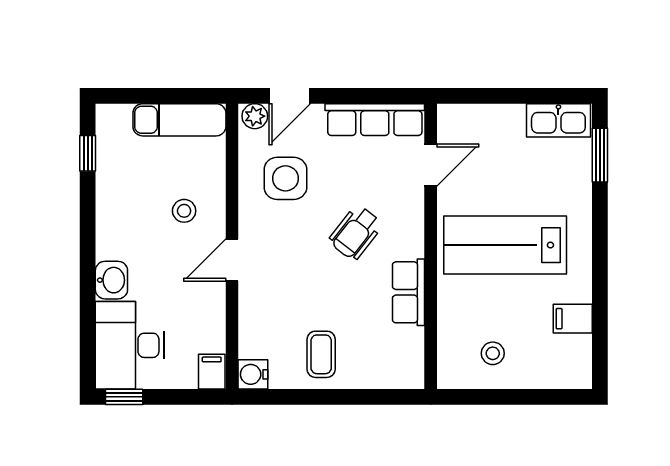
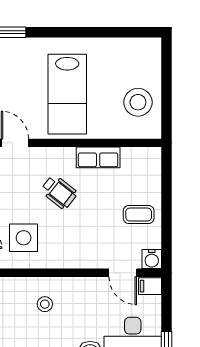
door: (232, 260) -> (123, 273), moved
filing cabinet: (573, 319) -> (115, 50), removed
stool: (493, 353) -> (138, 102), width x1.89, depth x1.89

